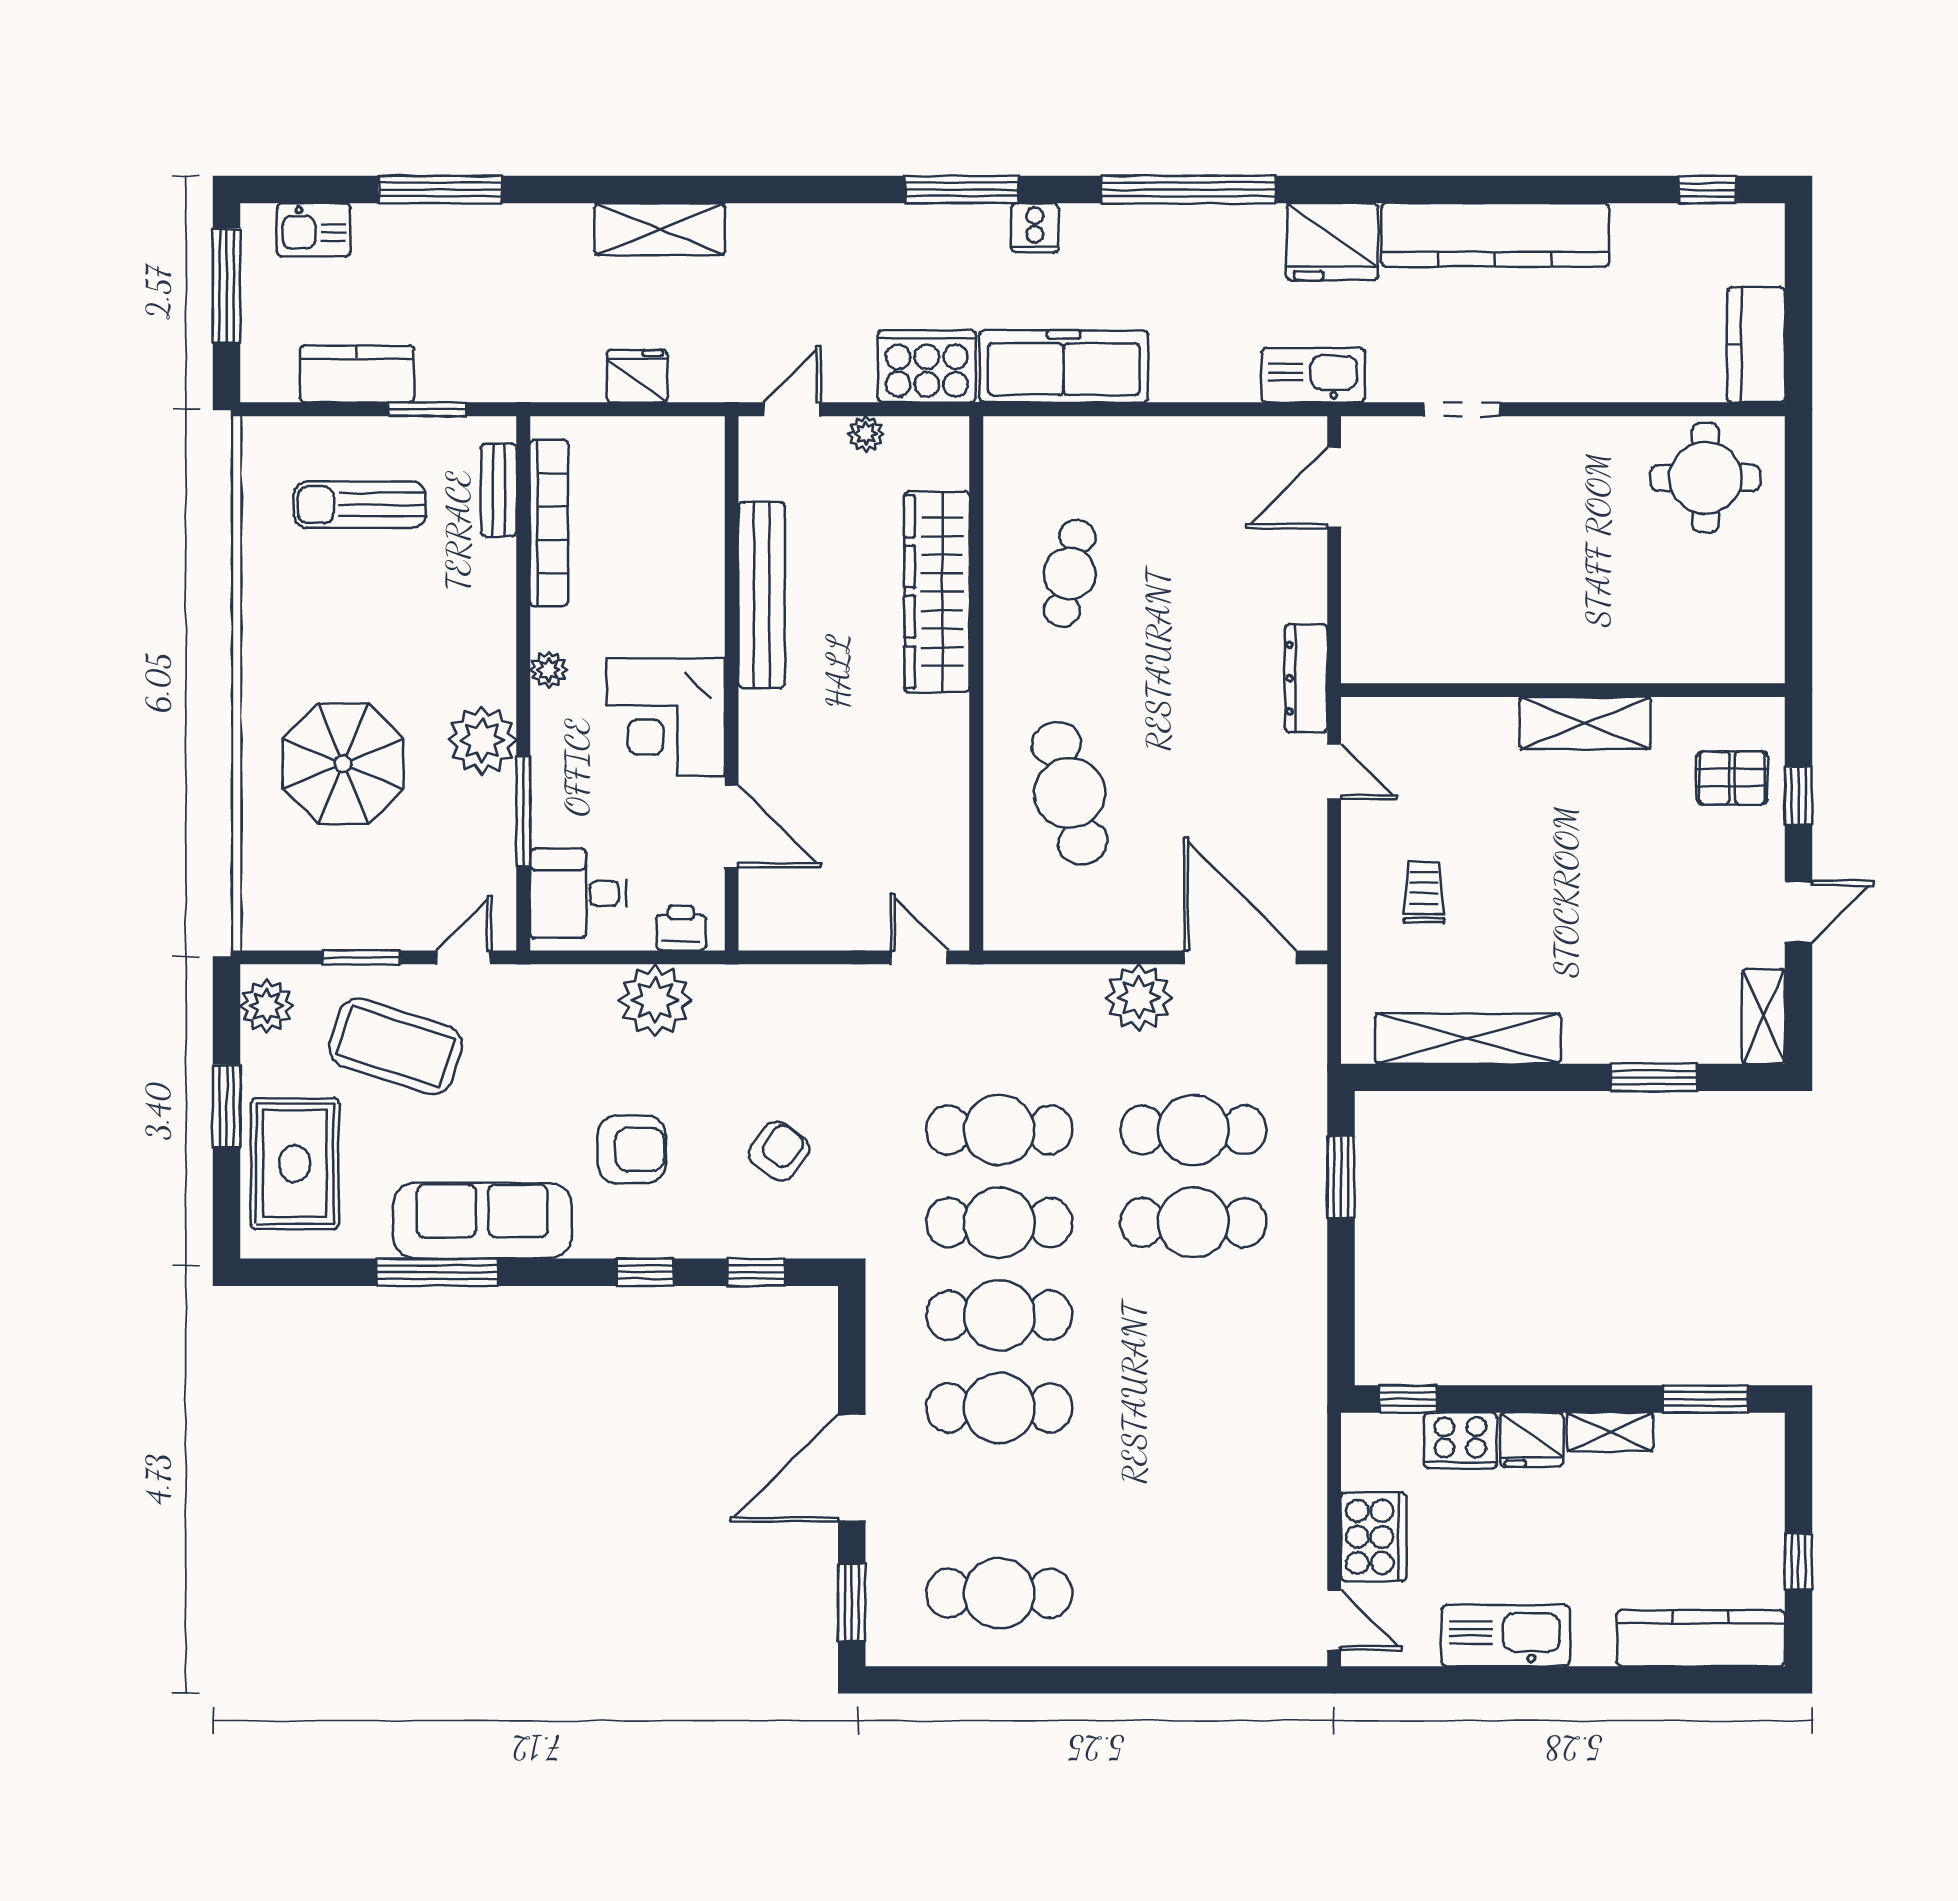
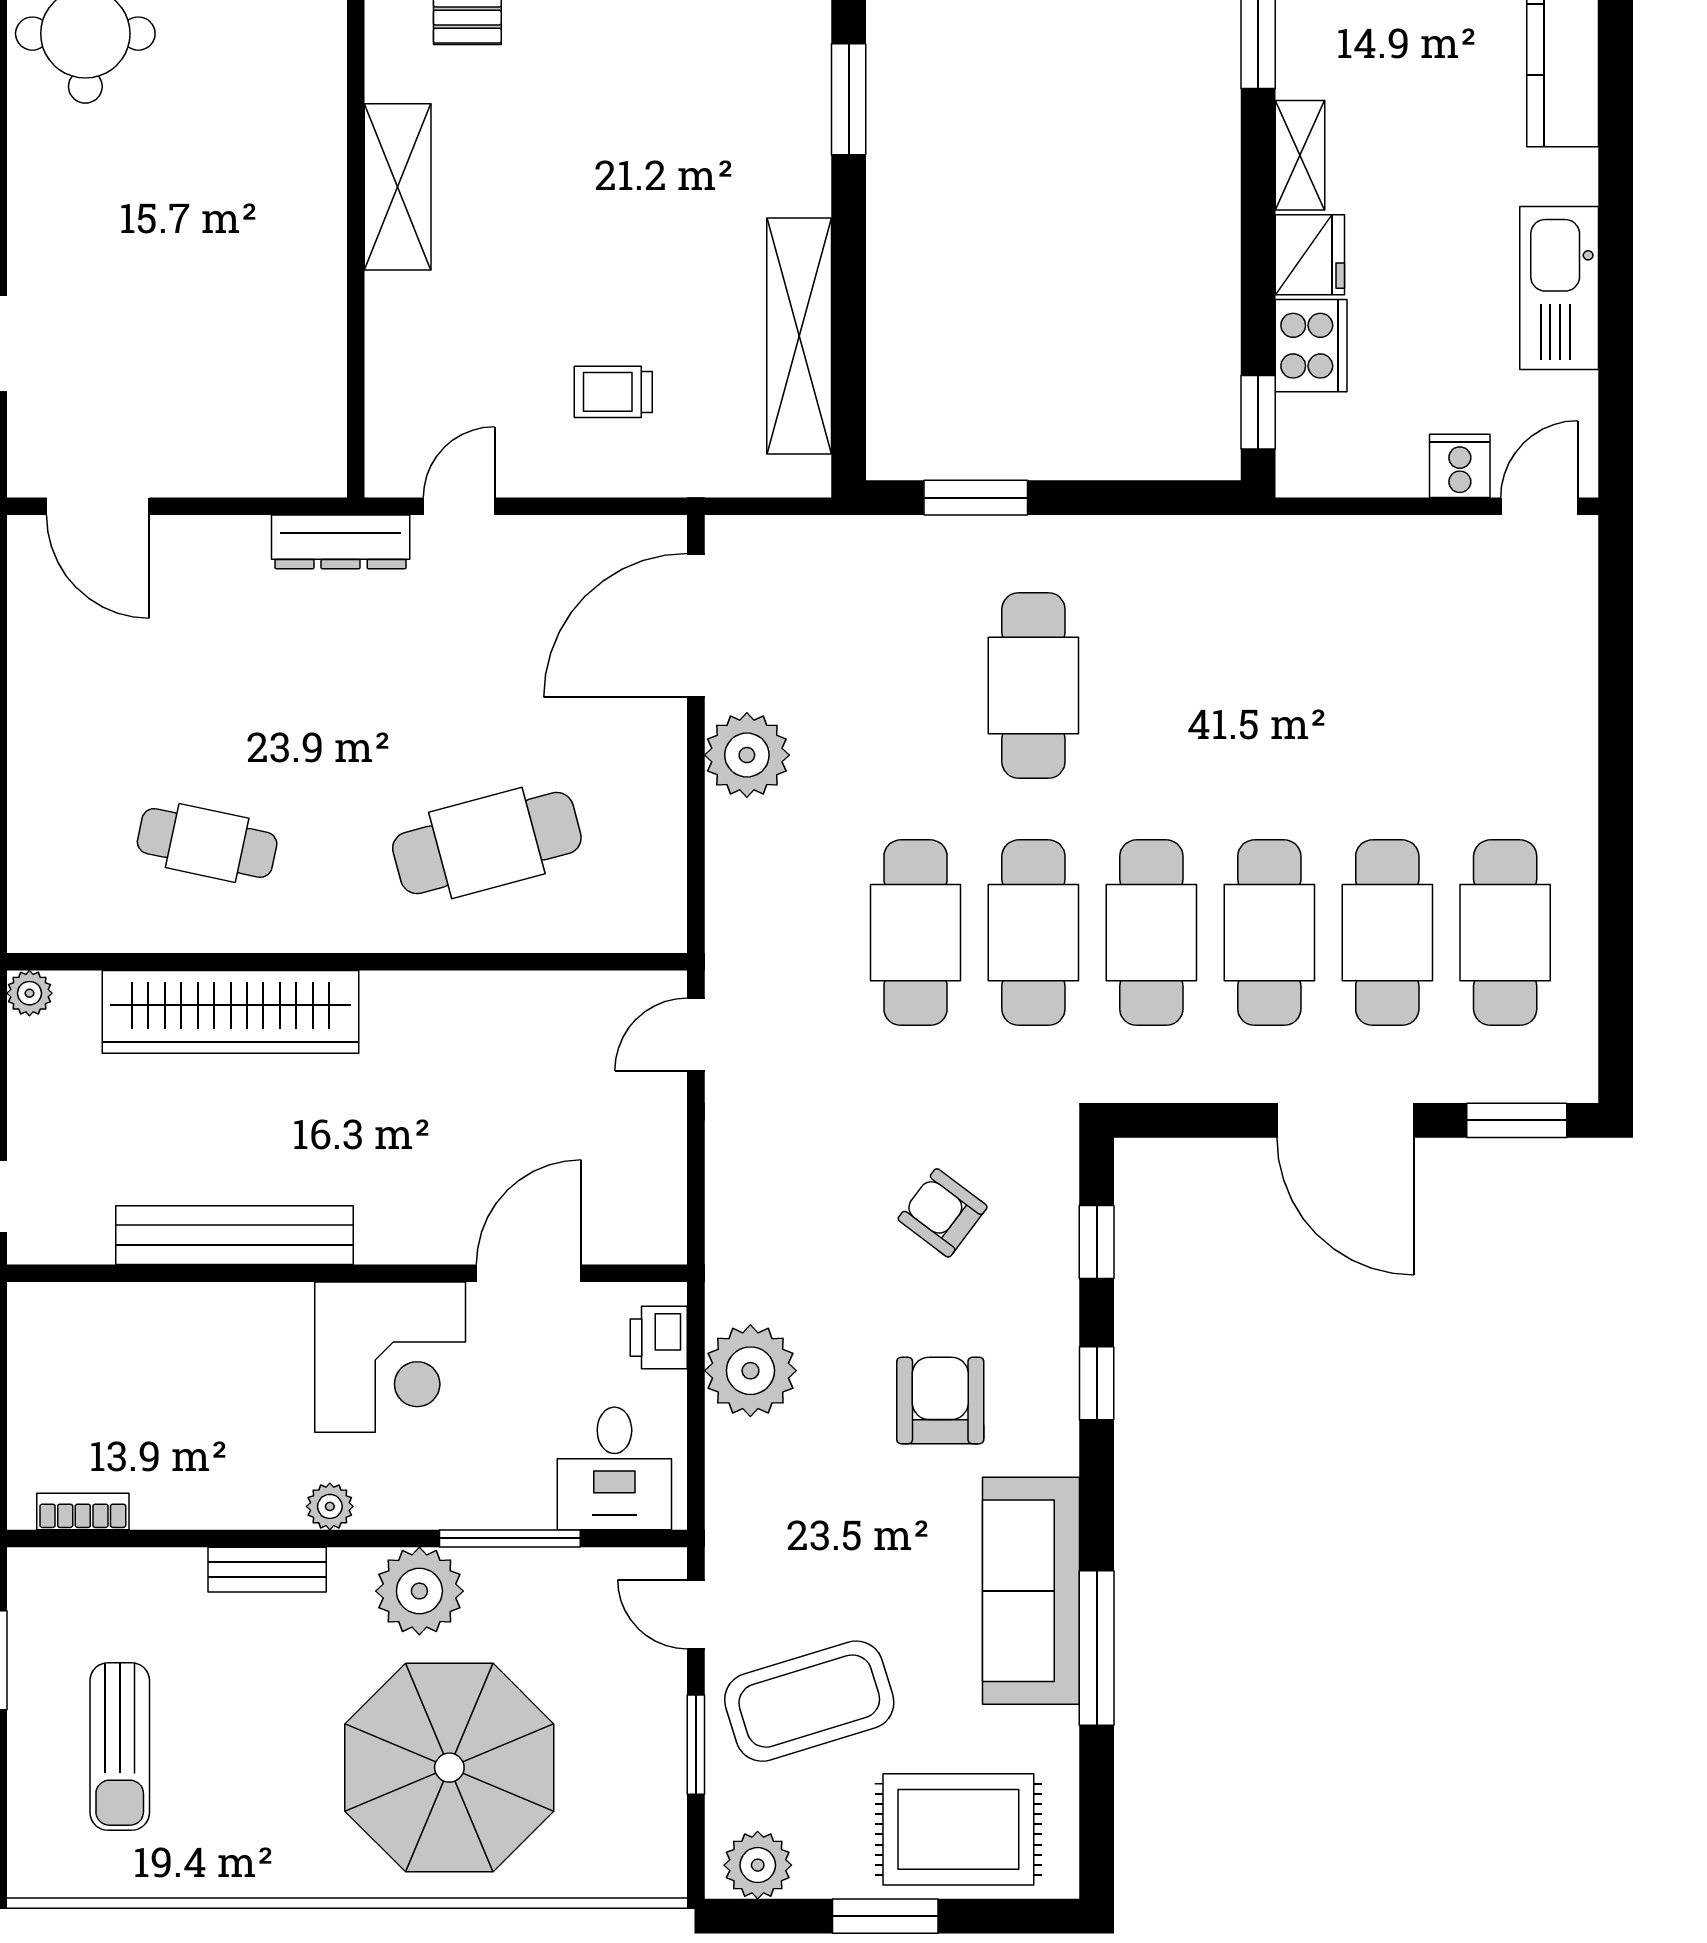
plant: (866, 434) -> (29, 993), moved
bench: (499, 490) -> (267, 1570), moved
bookcase: (549, 523) -> (83, 1511), width x0.43, depth x0.76
parasol: (343, 764) -> (449, 1768), width x1.36, depth x1.36
coffee table: (396, 1046) -> (809, 1701), turned 55
cafe table: (1193, 1130) -> (1387, 933), moved
cooker: (1374, 1537) -> (1460, 466), width x0.53, depth x0.76

